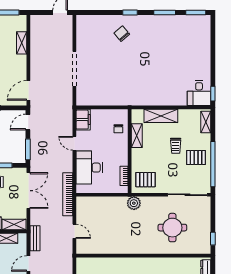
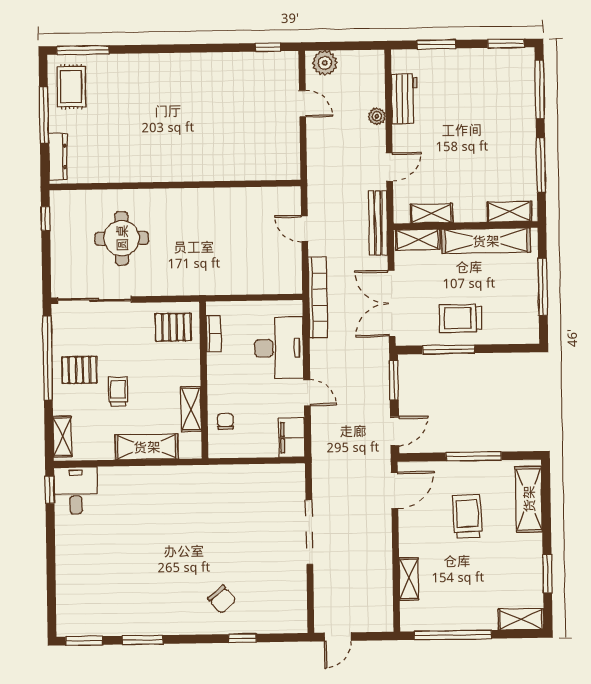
window: (130, 13) -> (242, 638), moved
plant: (134, 203) -> (194, 283), removed
bench: (35, 238) -> (378, 223), width x1.36

